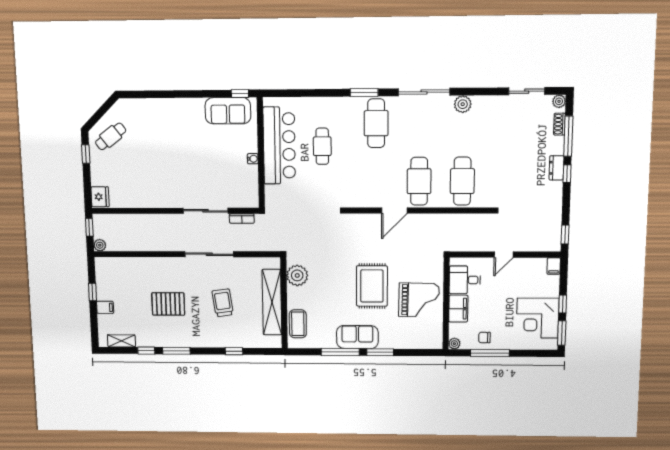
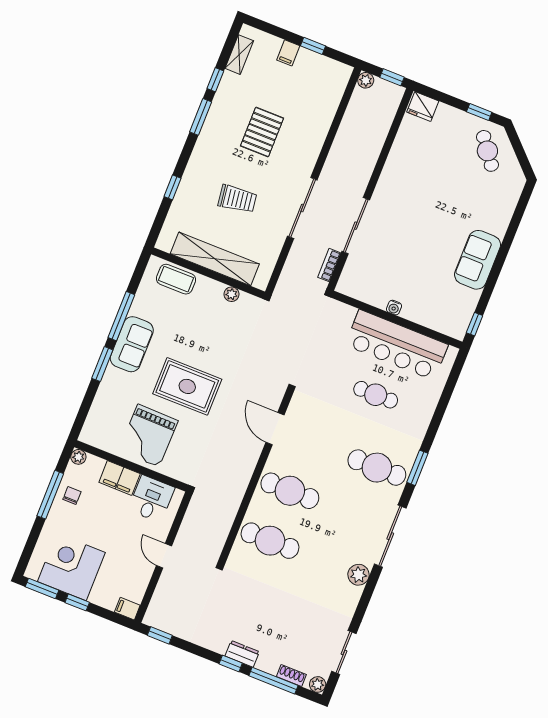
sofa: (228, 111) -> (478, 260), moved
door: (394, 211) -> (275, 429), moved
plant: (297, 275) -> (232, 294), width x0.53, depth x0.53

